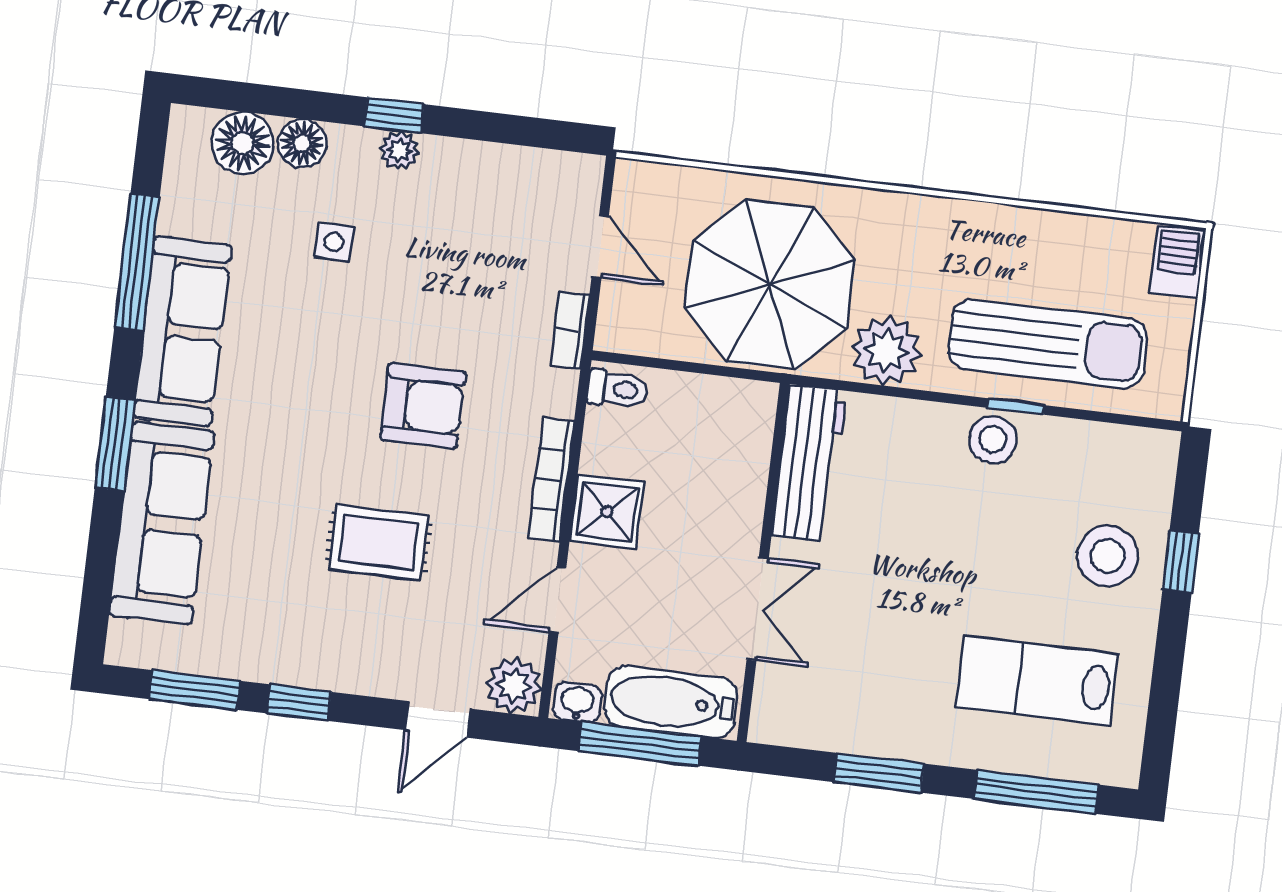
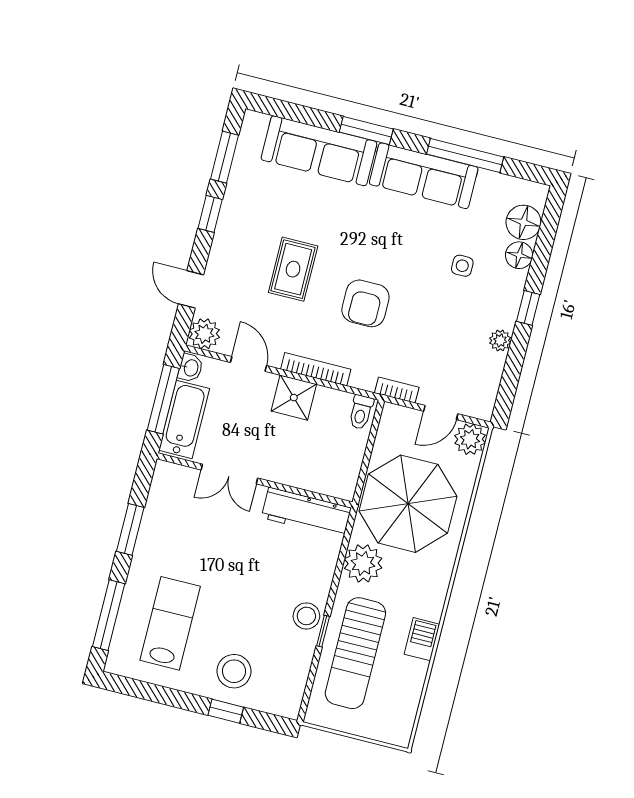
plant: (400, 150) -> (500, 340), moved
plant: (641, 189) -> (470, 439), added
barbecue: (1178, 262) -> (422, 639), moved, turned -90

